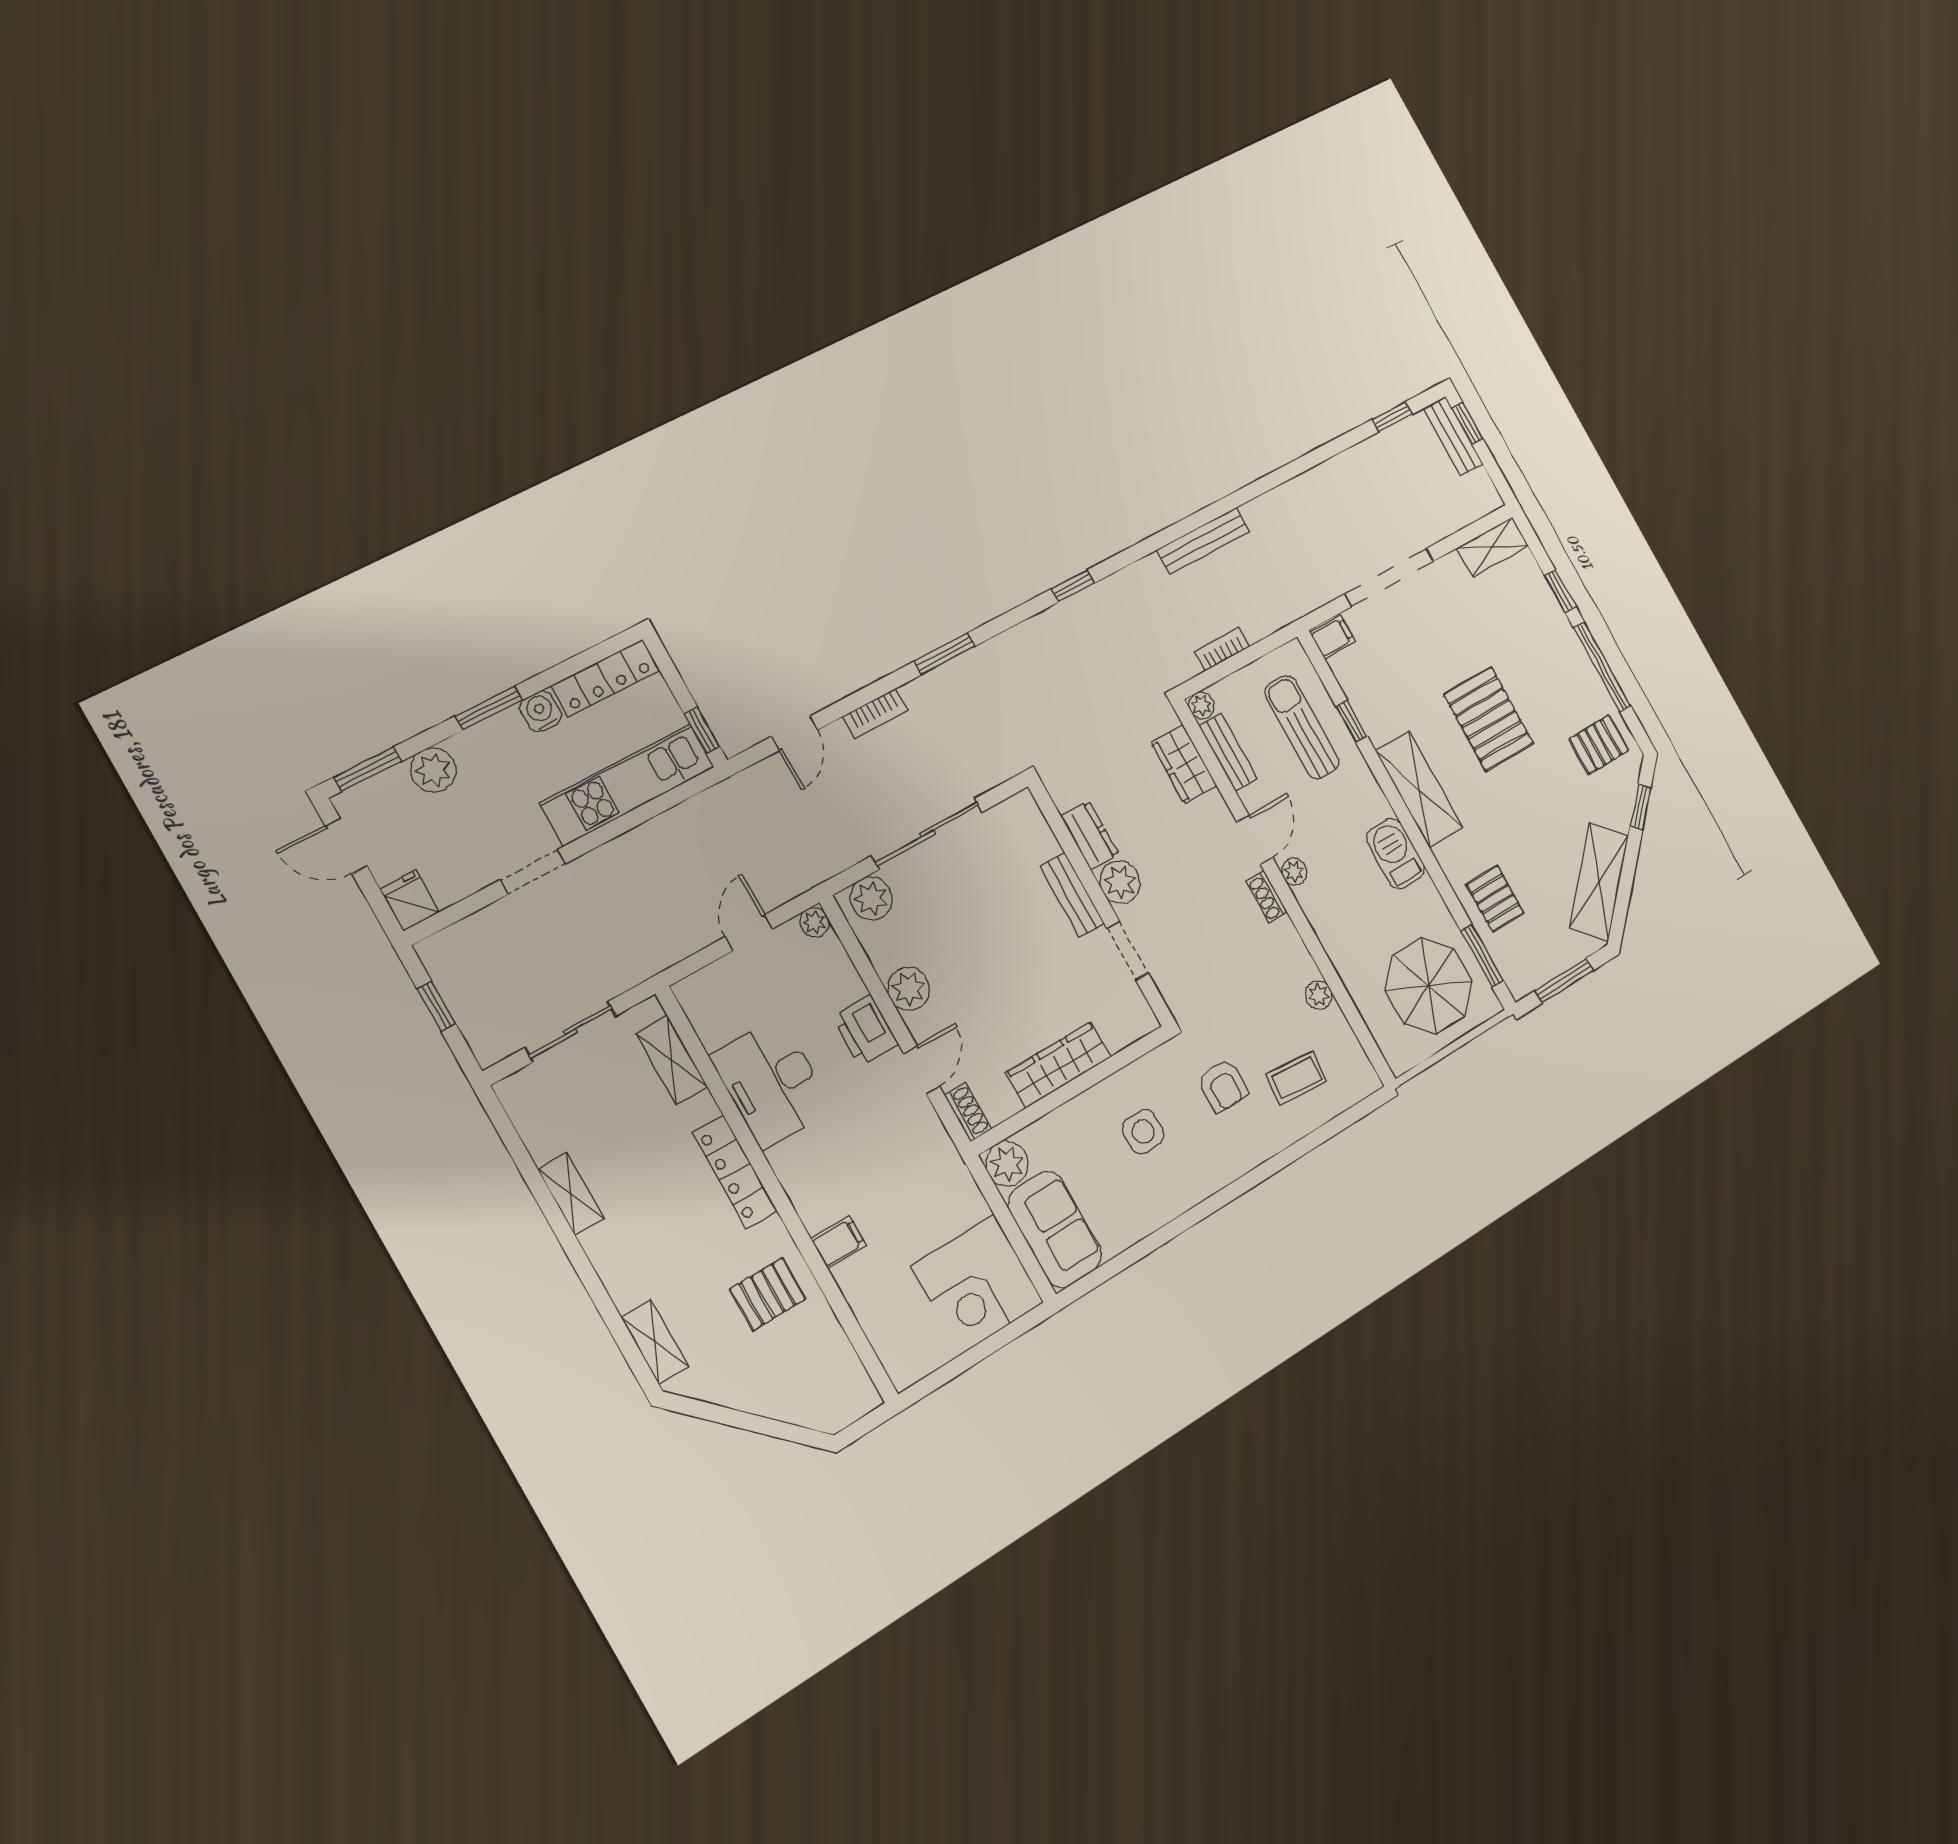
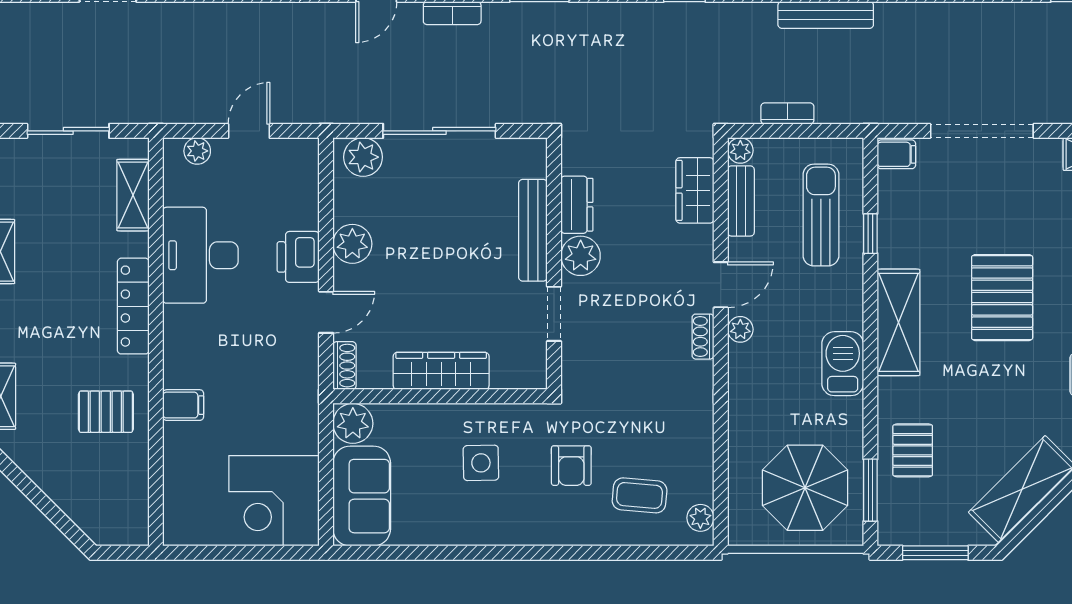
bench: (1072, 895) -> (533, 230), width x1.36
plant: (814, 922) -> (197, 151), moved
plant: (1319, 995) -> (700, 518), moved

